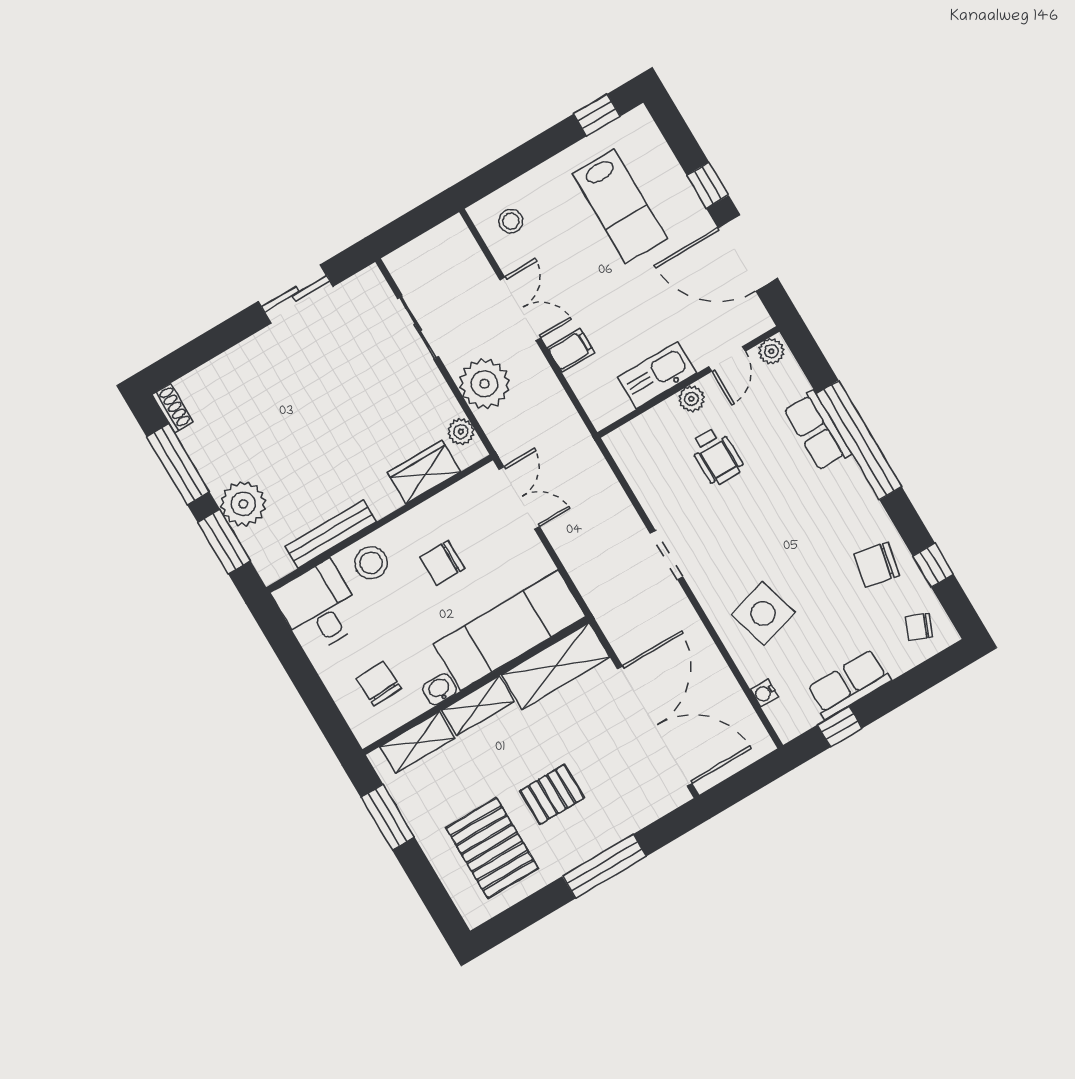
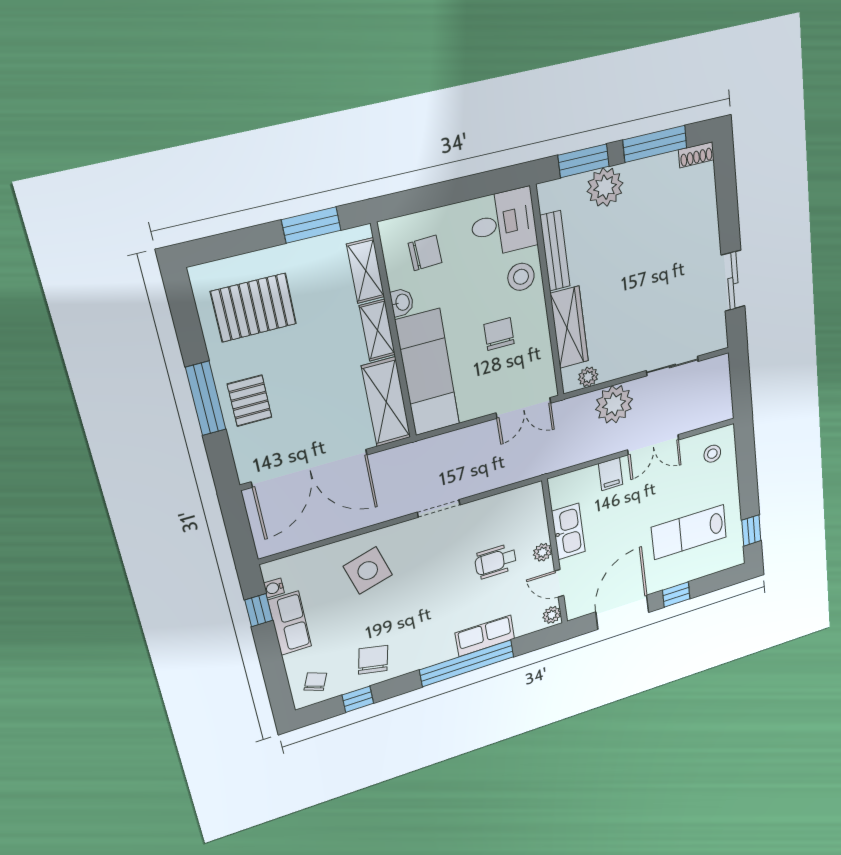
wardrobe: (424, 472) -> (569, 327), width x1.50
water cooler: (764, 693) -> (274, 588), moved, turned -90
pallet: (552, 794) -> (250, 401), moved

